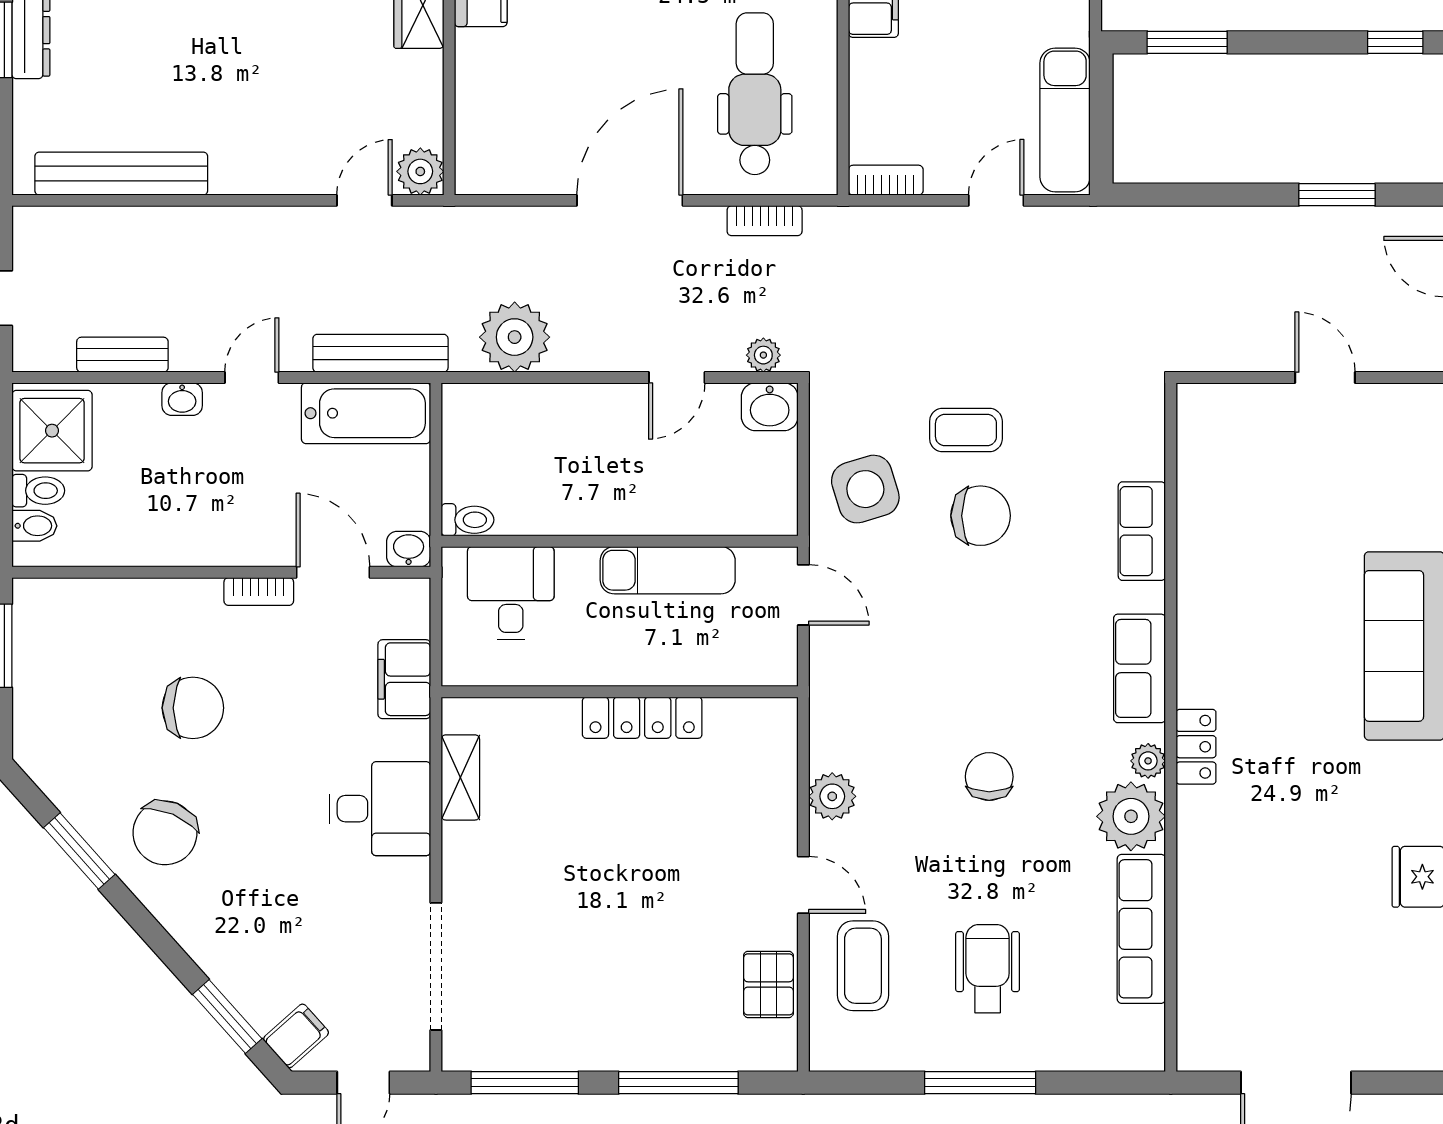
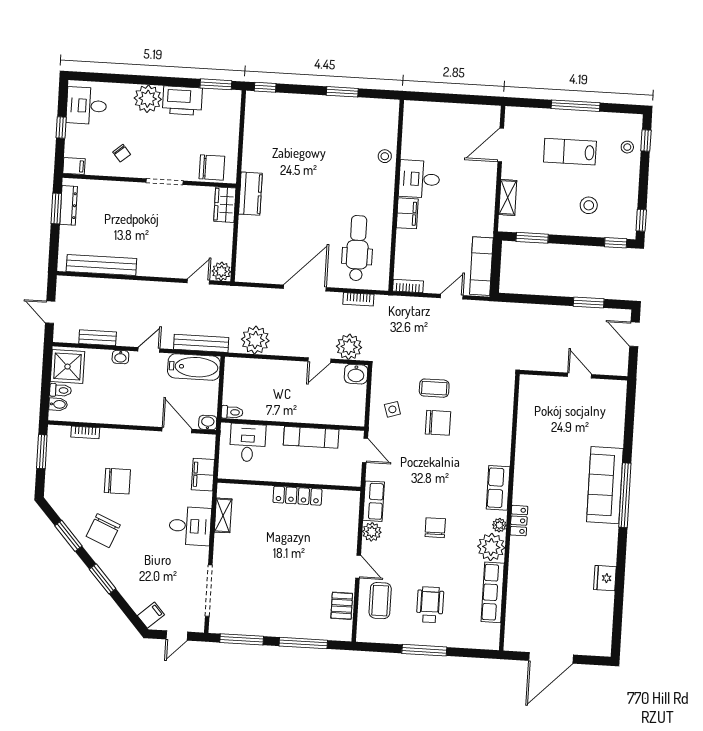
plant: (763, 355) -> (349, 347), width x1.88, depth x1.88
side table: (865, 489) -> (392, 409), width x0.54, depth x0.54
row of seats: (1142, 531) -> (374, 501), moved, turned 180
bookcase: (259, 591) -> (85, 432), moved
window: (227, 1017) -> (103, 579), moved

